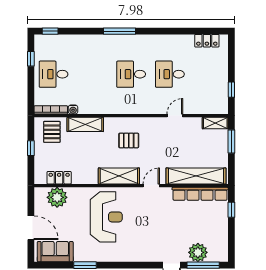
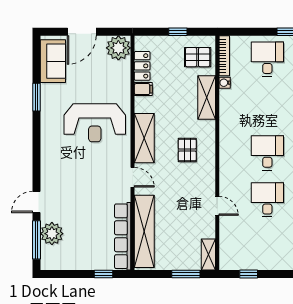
filing cabinet: (78, 177) -> (143, 89), added
plant: (57, 197) -> (118, 48), moved

